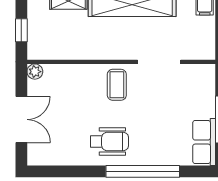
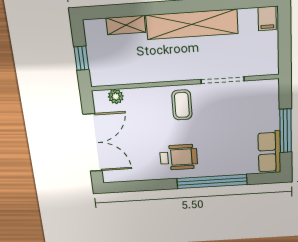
plant: (35, 72) -> (116, 96), moved
double door: (21, 119) -> (93, 143), width x1.37

